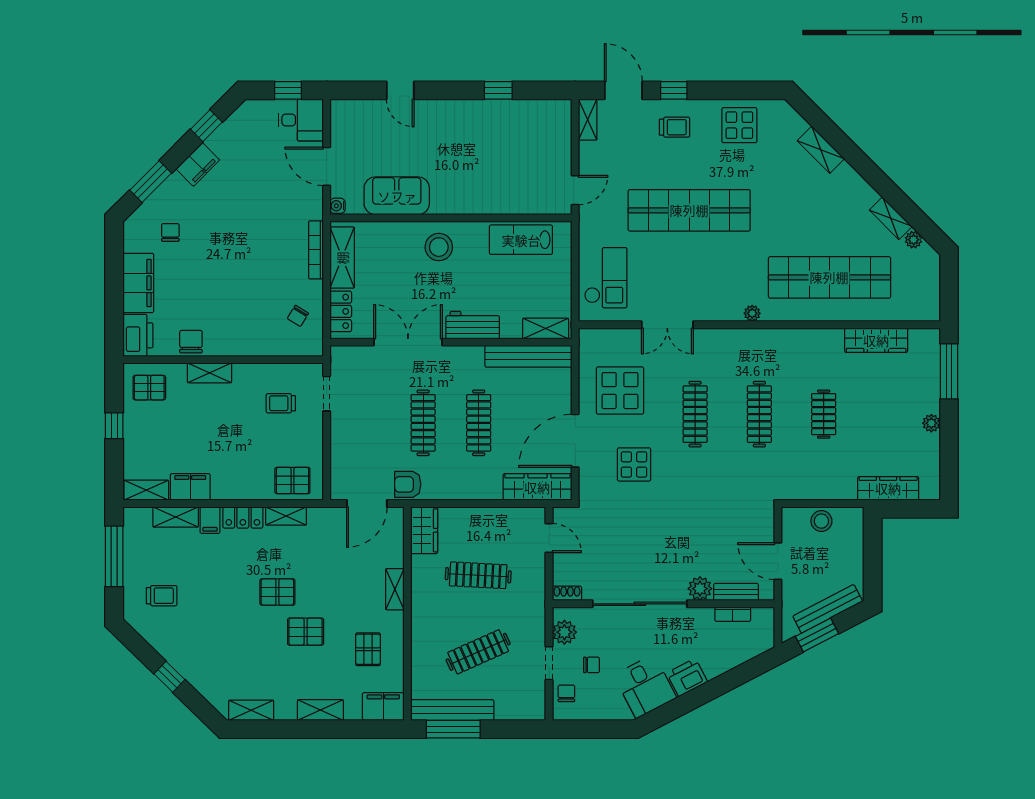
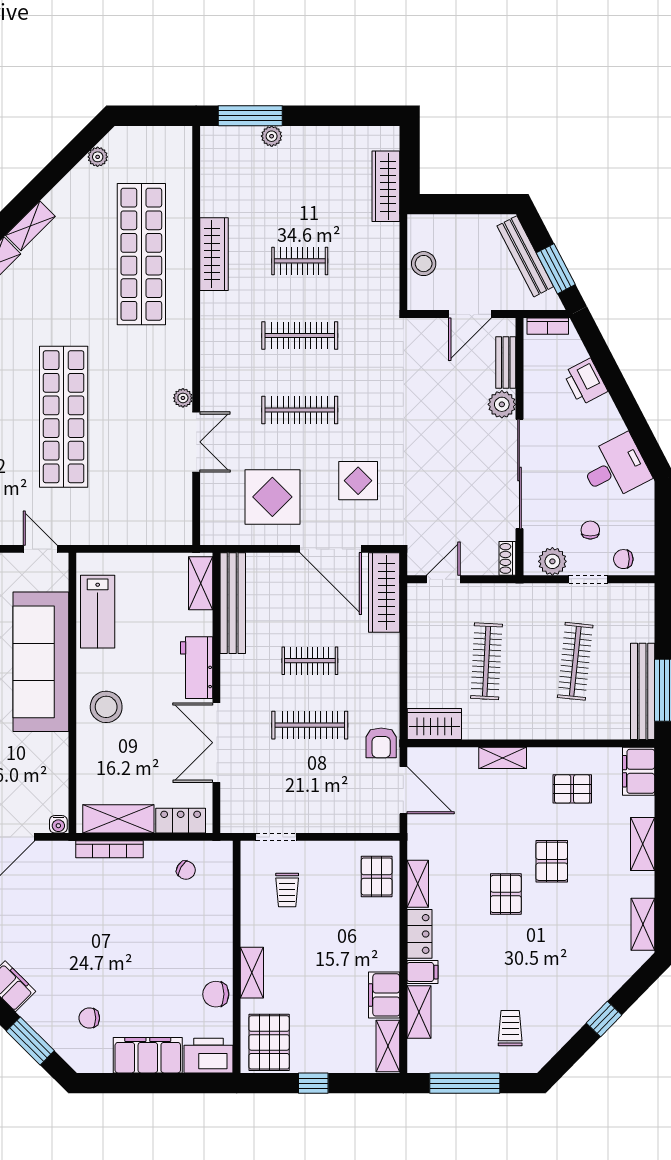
sofa: (397, 196) -> (41, 662), moved, width x1.85, depth x1.27
shelving: (891, 218) -> (30, 226), moved
checkout: (606, 278) -> (142, 513), removed
plant: (752, 313) -> (183, 398), moved
wardrobe: (876, 340) -> (214, 254), moved
pallet: (149, 388) -> (269, 1042), width x1.50, depth x1.42
clothes rail: (479, 423) -> (310, 661), width x0.73
plant: (931, 423) -> (272, 136), moved
bookcase: (733, 614) -> (548, 326), moved, turned 90
clothes rail: (478, 652) -> (575, 661), turned 30
printer: (687, 677) -> (585, 382), moved

